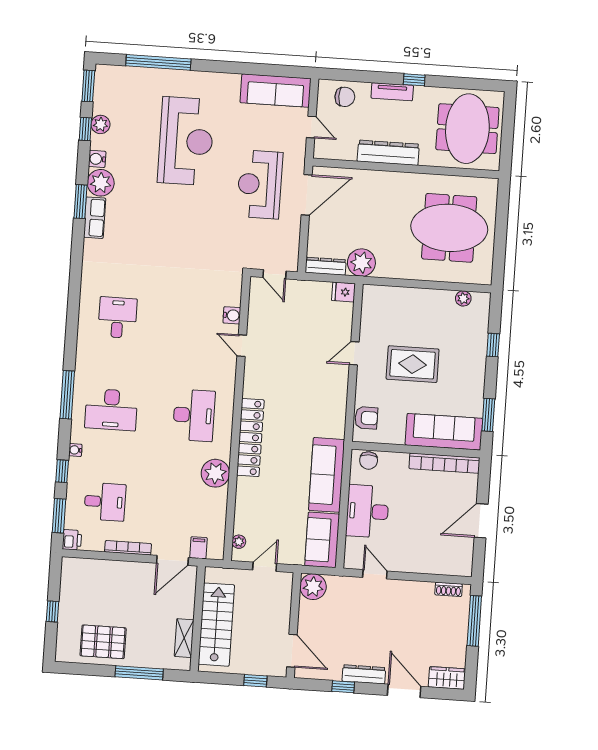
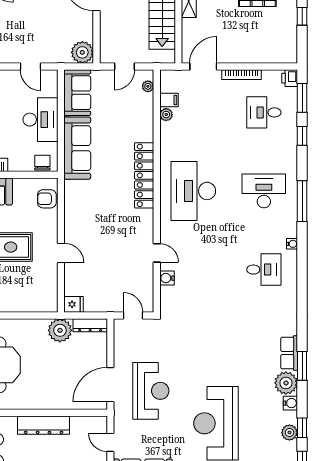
desk: (117, 318) -> (264, 270), turned -90
door: (354, 353) -> (61, 253), hinge flipped
desk: (194, 415) -> (193, 191), width x1.36, depth x1.30
water cooler: (75, 450) -> (292, 244), moved
plant: (215, 473) -> (166, 115), moved, width x0.53, depth x0.53
filing cabinet: (198, 548) -> (169, 100), moved, turned -90

